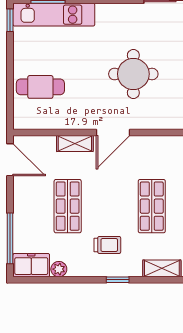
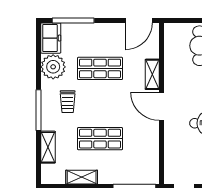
plant: (59, 269) -> (53, 67), width x1.88, depth x1.88
window: (118, 280) -> (38, 110), width x2.17

